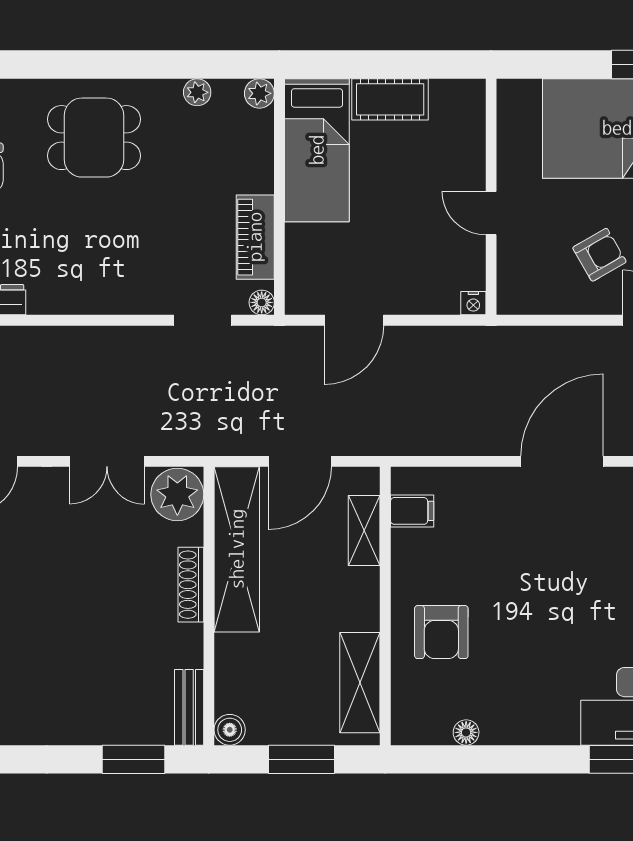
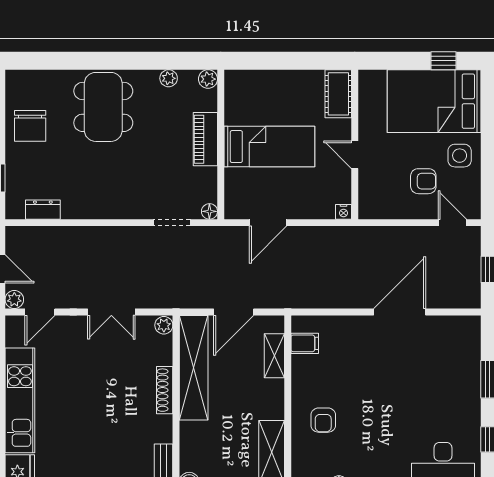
cot: (390, 99) -> (338, 94), moved, turned 90
dining table: (94, 138) -> (103, 107), width x1.38
bed: (317, 150) -> (269, 147), moved, turned -90
piano: (255, 237) -> (205, 139), moved
armchair: (599, 255) -> (423, 181), turned 30
plant: (177, 494) -> (164, 325), width x0.53, depth x0.53
armchair: (441, 632) -> (323, 420), width x0.72, depth x0.72

